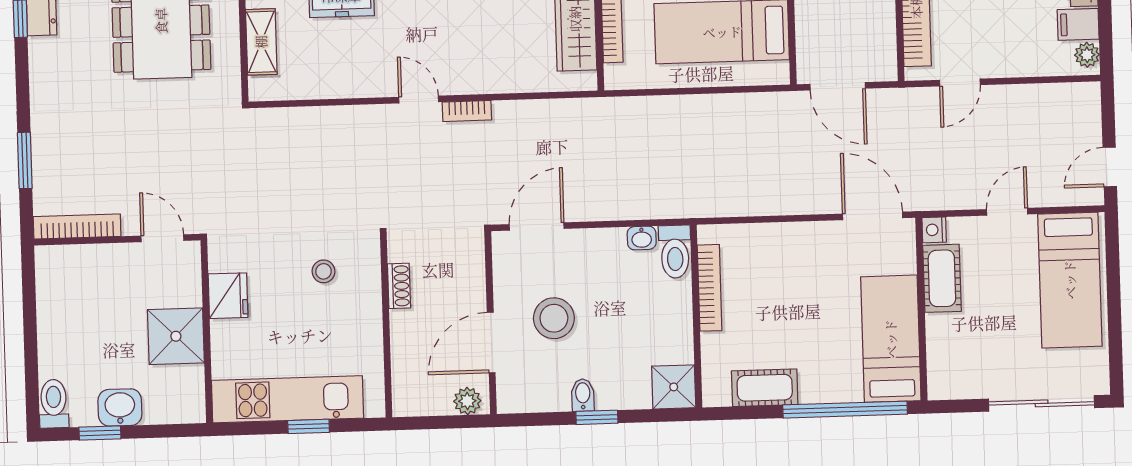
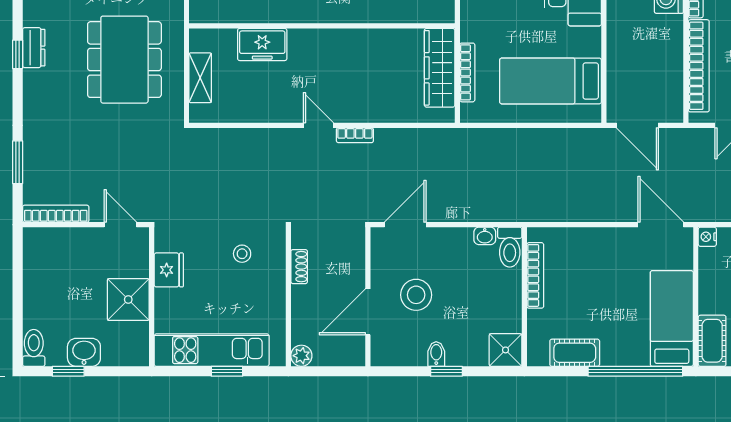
cot: (942, 278) -> (712, 341), moved
plant: (467, 401) -> (301, 356), moved

